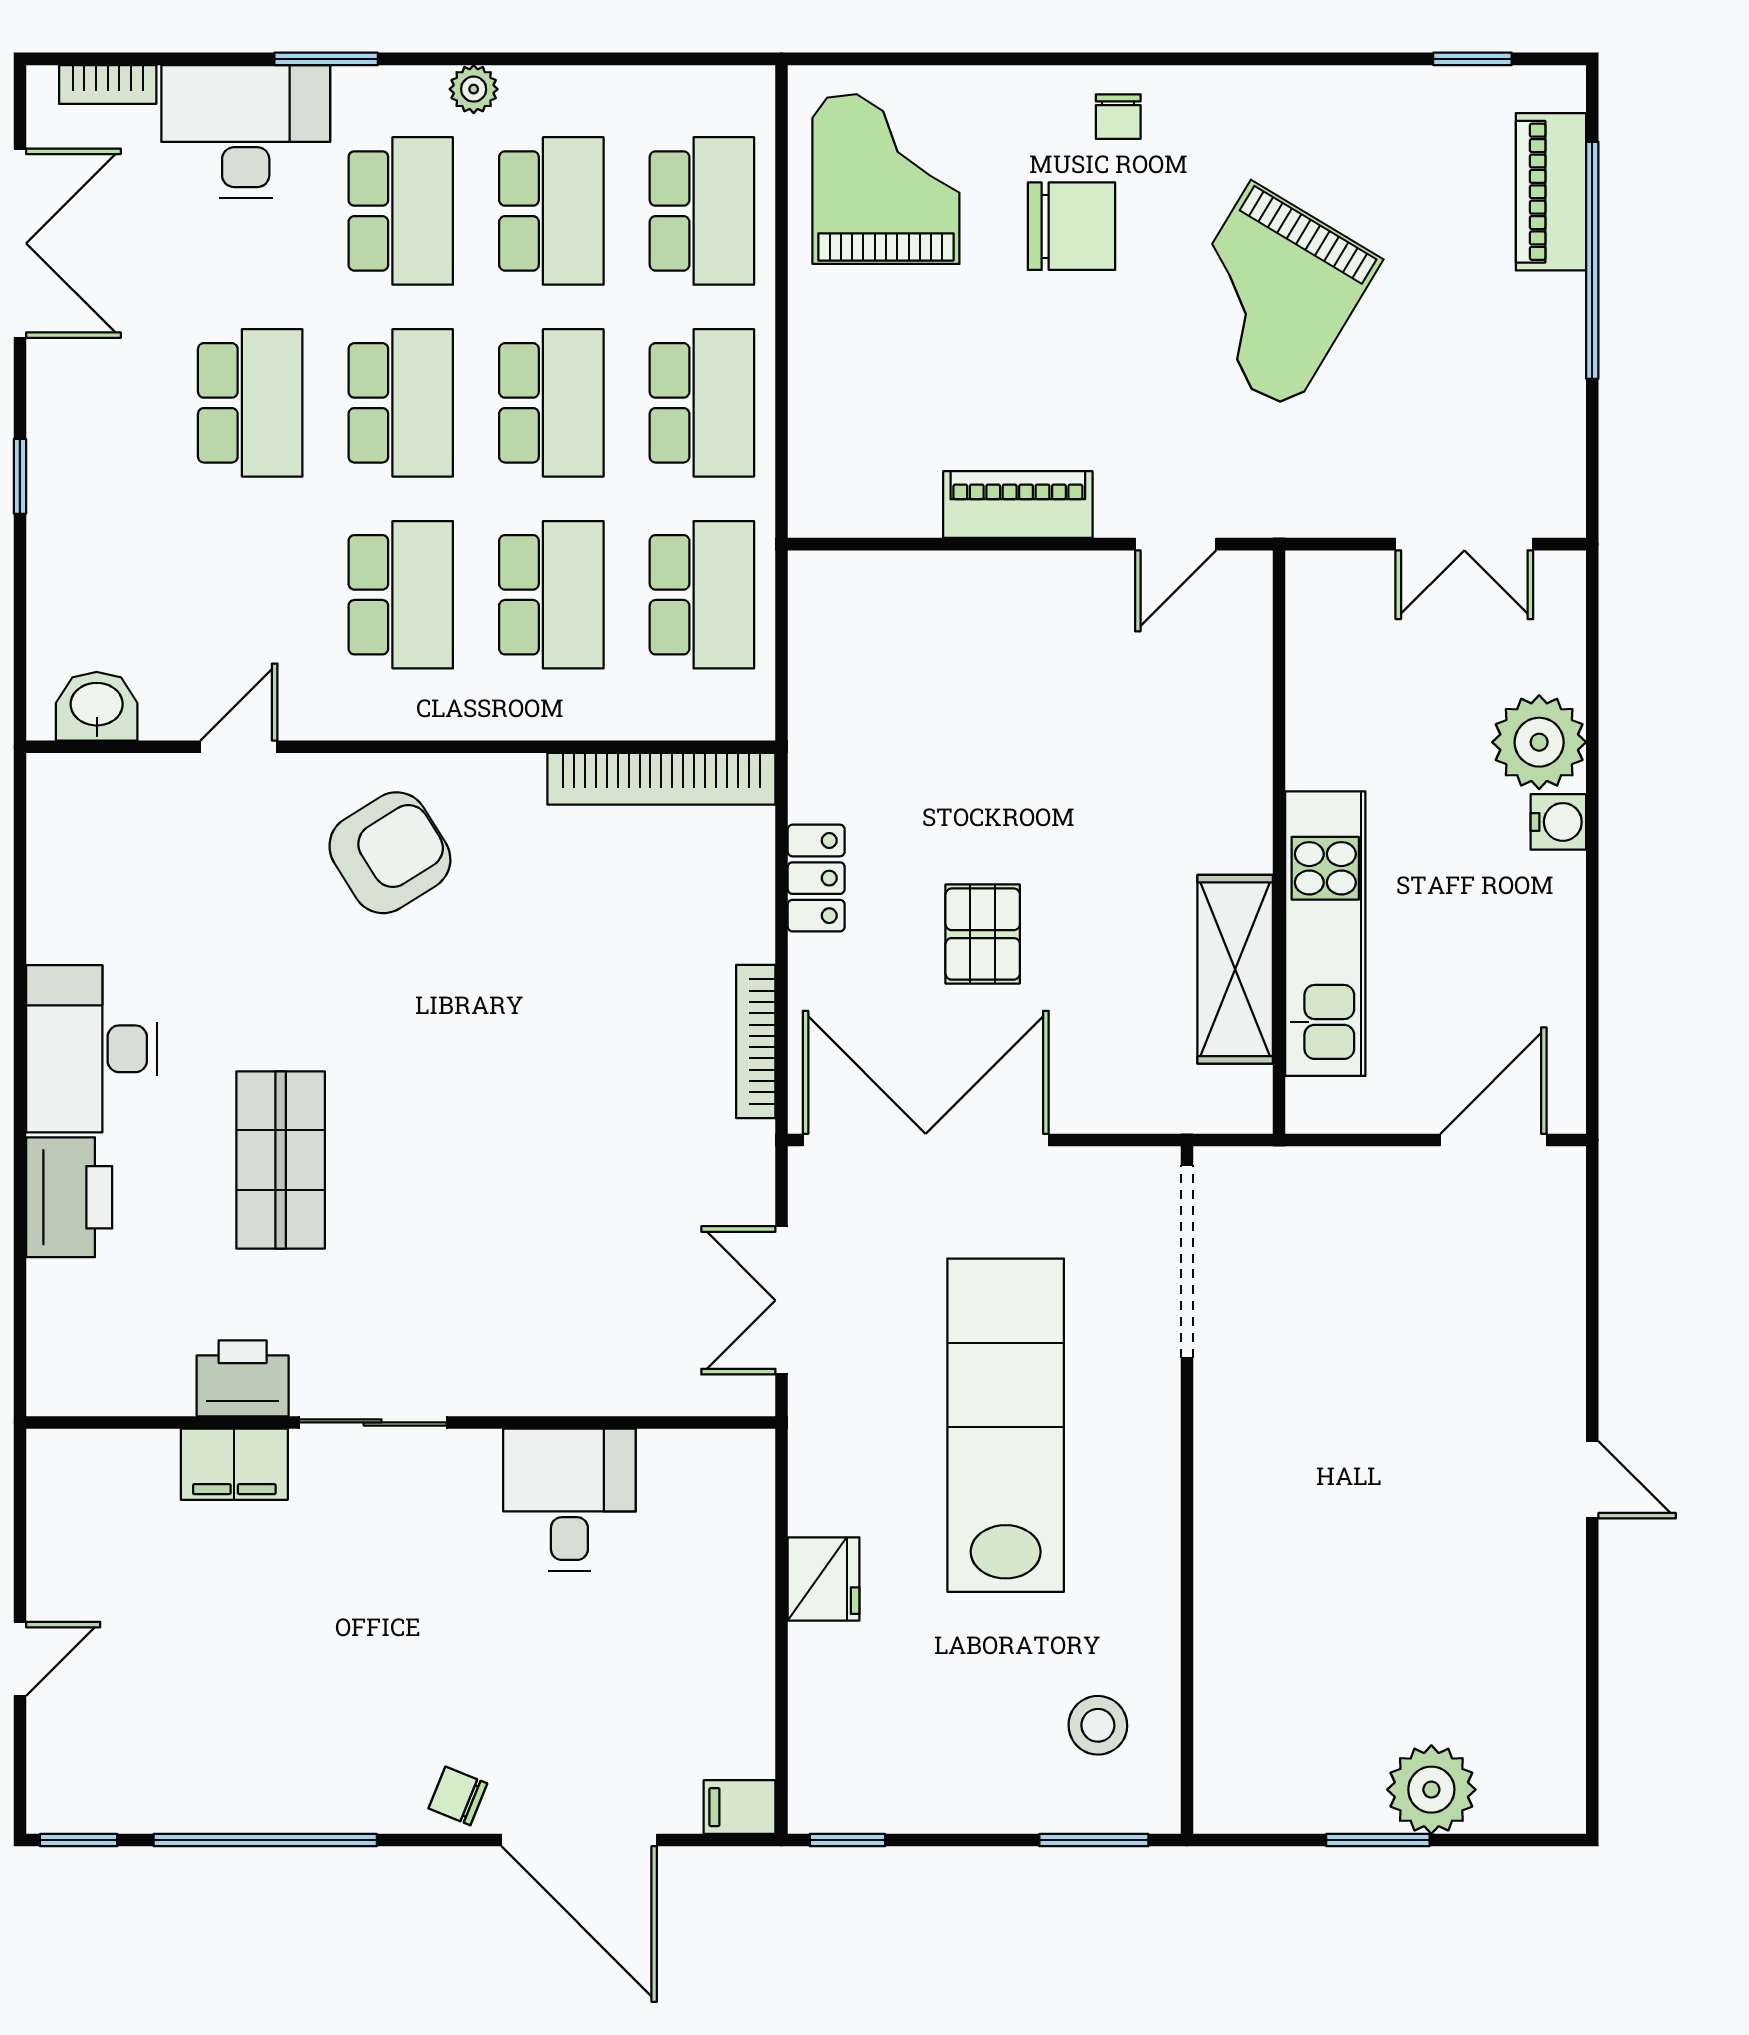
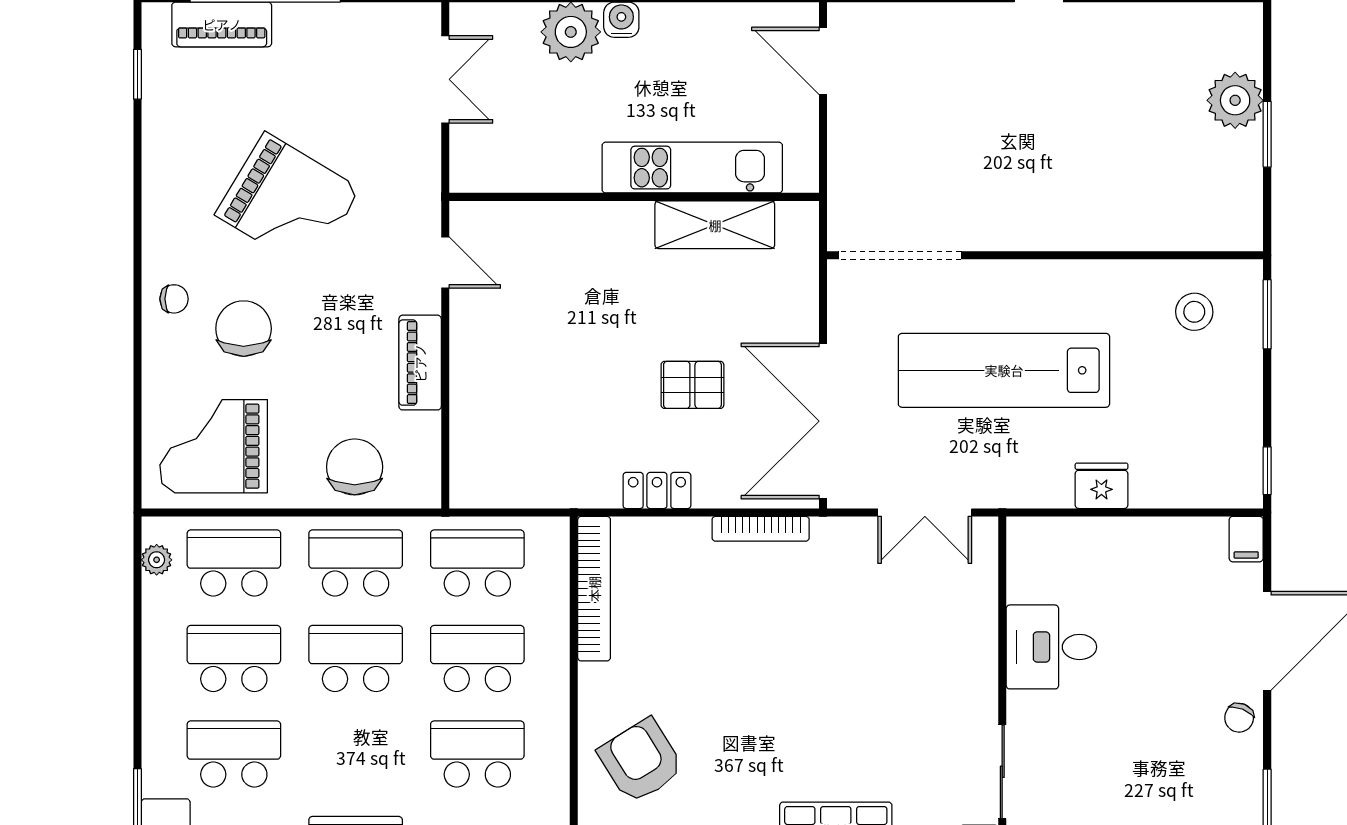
plant: (474, 89) -> (157, 560), moved
chair: (853, 401) -> (355, 467), added
school desk: (401, 403) -> (356, 754), removed

